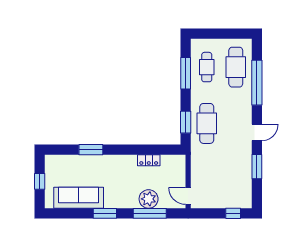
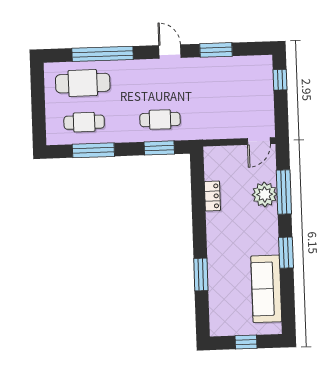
cafe table: (207, 123) -> (160, 120), width x0.73, depth x0.74

